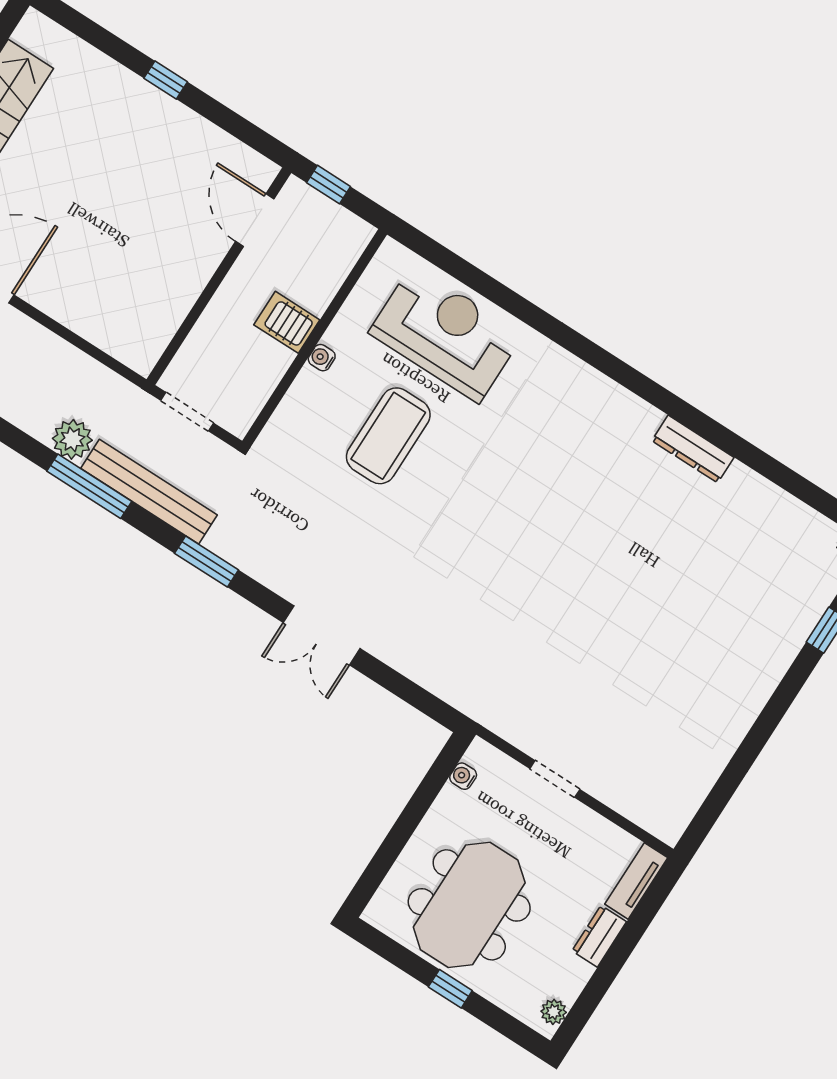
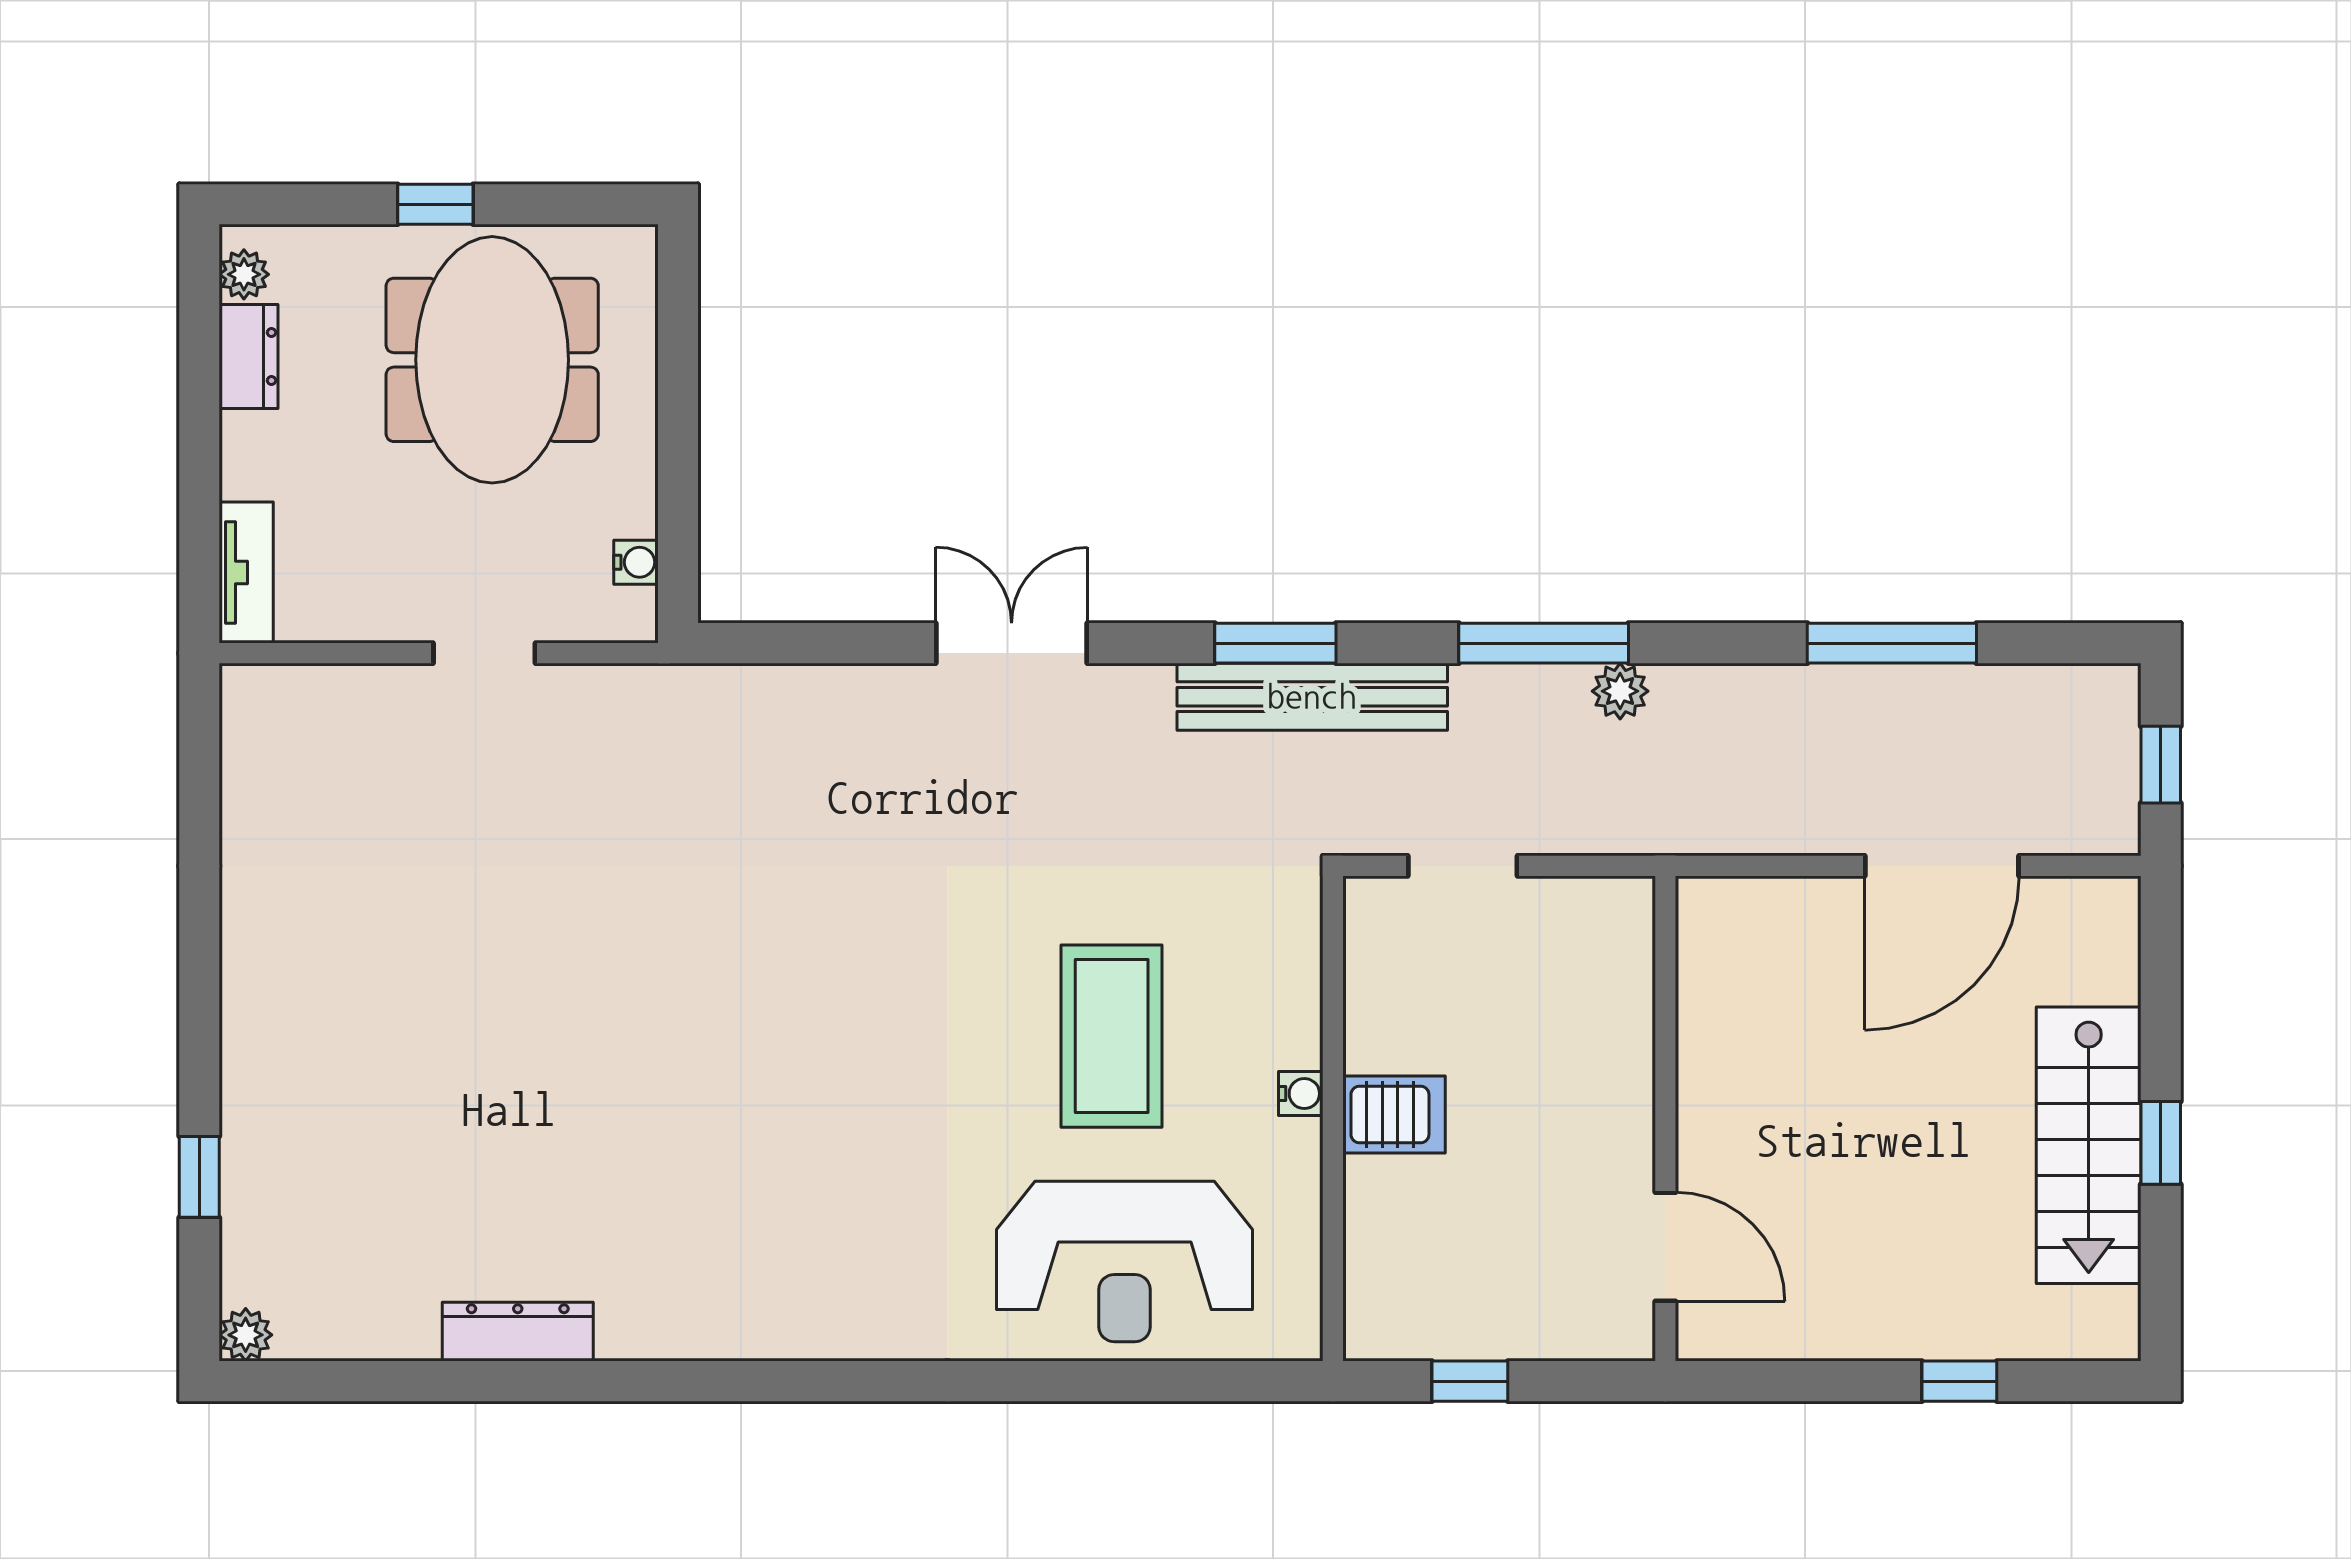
window: (166, 80) -> (1959, 1381), moved
door: (255, 220) -> (1665, 1247), moved
wall: (219, 276) -> (1665, 1119), moved
plant: (72, 439) -> (1620, 691), width x0.73, depth x0.73
dresser: (693, 449) -> (518, 1332), moved
bench: (149, 492) -> (1312, 697), moved
dresser: (599, 936) -> (249, 357), moved

